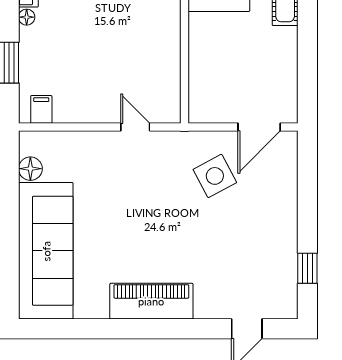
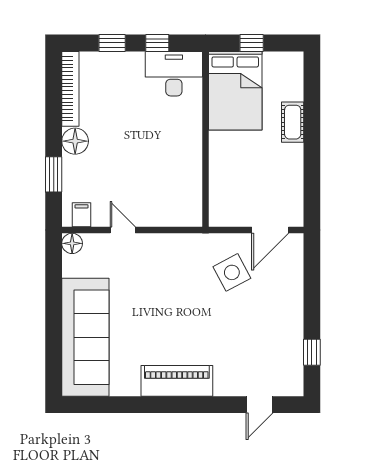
floor lamp: (27, 17) -> (75, 141), width x1.89, depth x1.89
door: (135, 127) -> (123, 230), moved
floor lamp: (30, 169) -> (72, 243), moved

